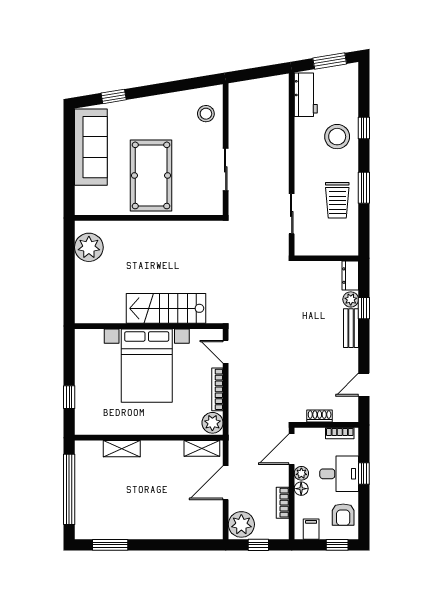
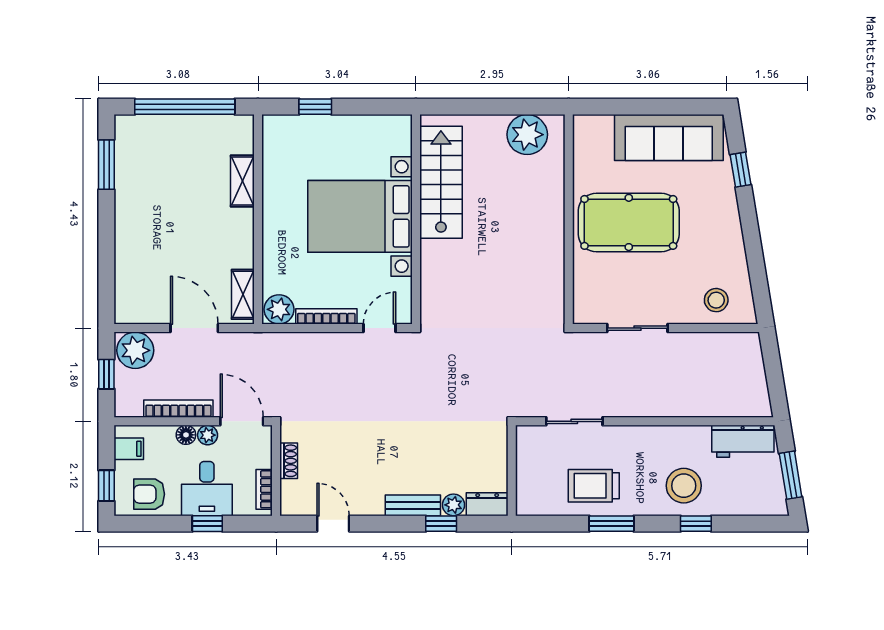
stairs: (166, 308) -> (441, 182), moved
bookcase: (283, 503) -> (178, 409), width x1.56

